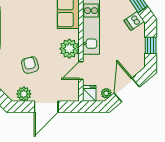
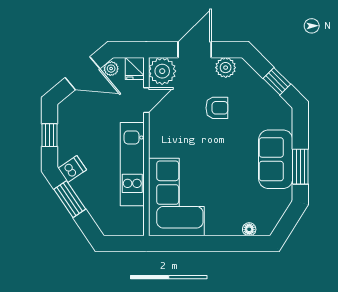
plant: (69, 49) -> (162, 71), moved
armchair: (30, 65) -> (217, 108), turned -75
door: (127, 90) -> (82, 73), hinge flipped

